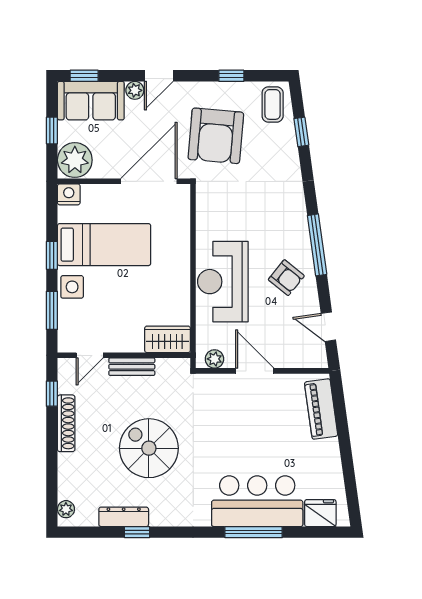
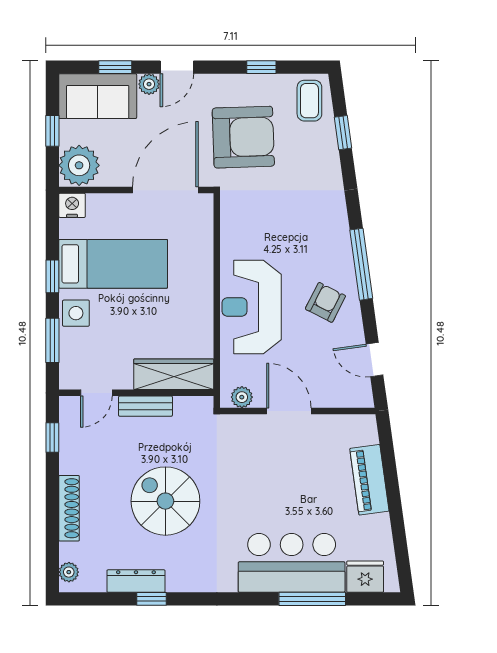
window: (84, 76) -> (115, 67), moved
armchair: (216, 136) -> (243, 137), turned -97
armchair: (286, 278) -> (325, 302), turned -102
wardrobe: (167, 339) -> (174, 374), width x1.50
piano: (321, 409) -> (369, 480), moved
shoe rack: (66, 423) -> (69, 508), moved
window: (254, 532) -> (312, 599), moved

